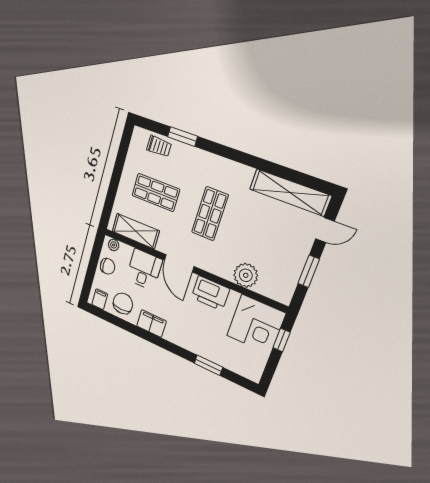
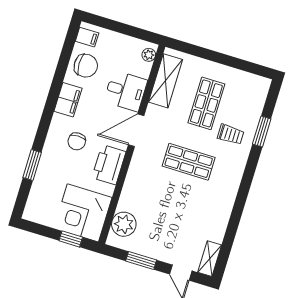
trolley: (159, 146) -> (231, 134), moved, turned -91
shelving: (290, 192) -> (210, 259), width x0.45, depth x0.75
chair: (108, 266) -> (77, 141), moved
plant: (246, 275) -> (124, 224), moved

